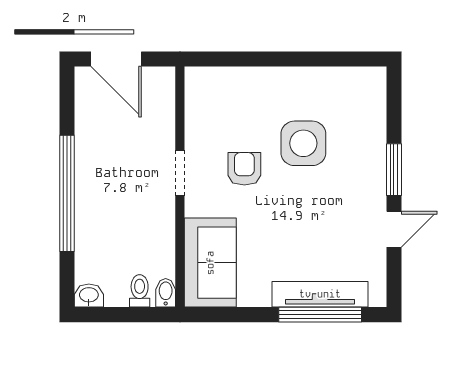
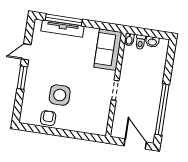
armchair: (244, 169) -> (48, 118), moved, turned 180
window: (67, 193) -> (162, 110), moved
washbasin: (89, 296) -> (152, 42), moved

